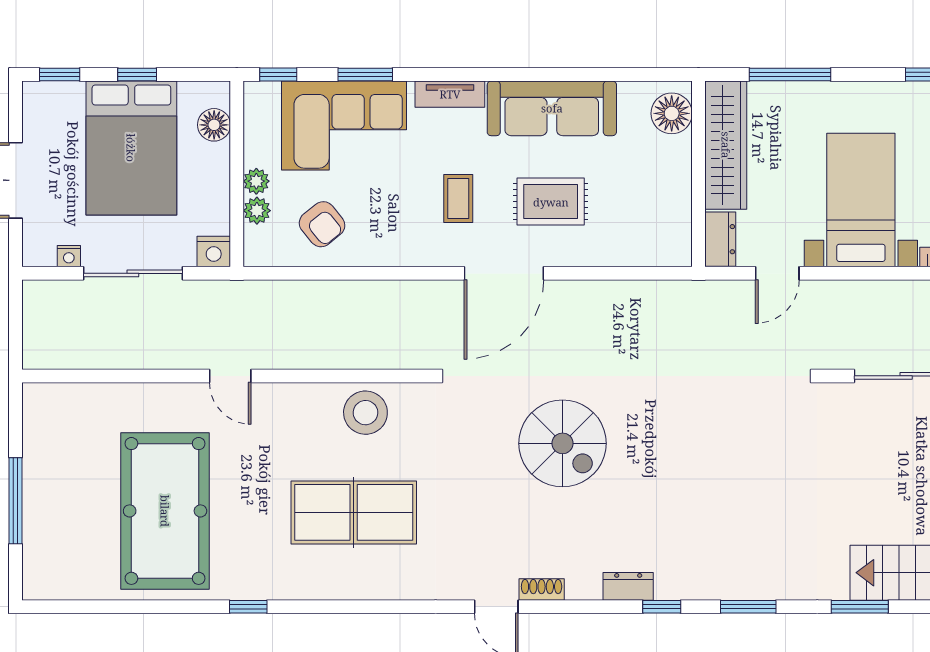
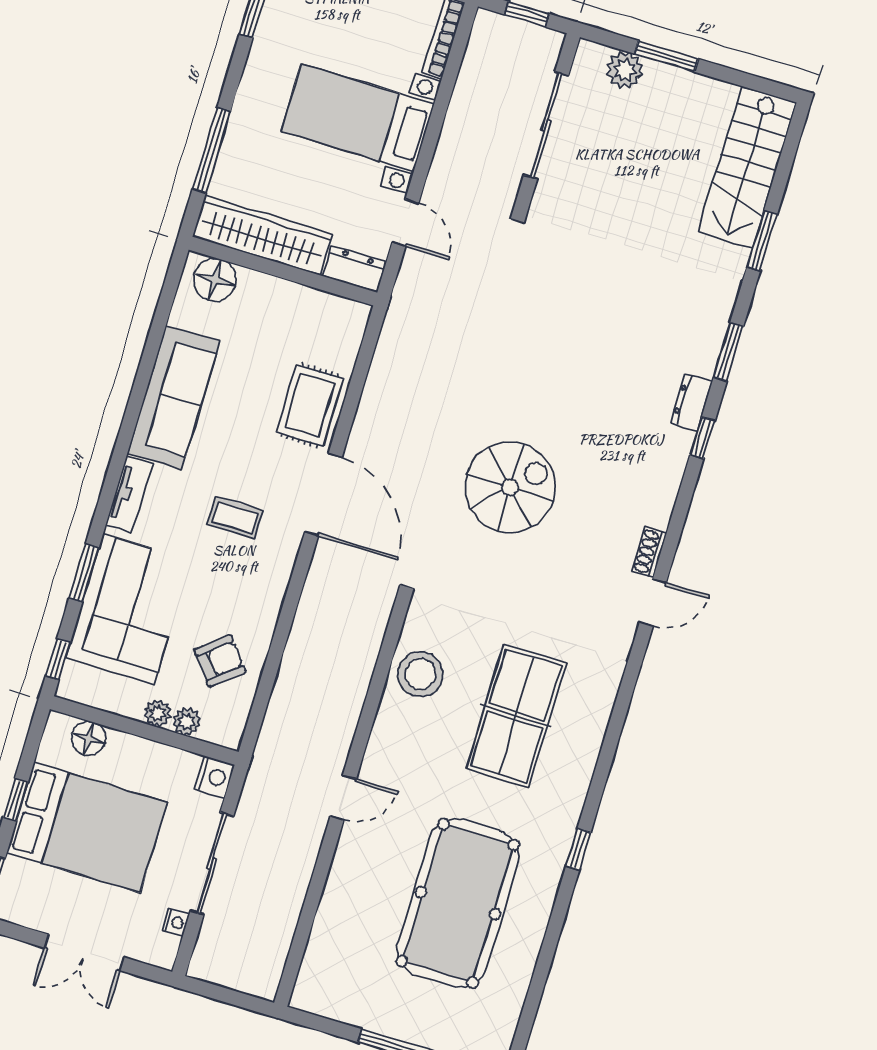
rug: (551, 202) -> (310, 405), moved
pool table: (165, 511) -> (458, 903), turned 90
dresser: (628, 586) -> (691, 402), moved

